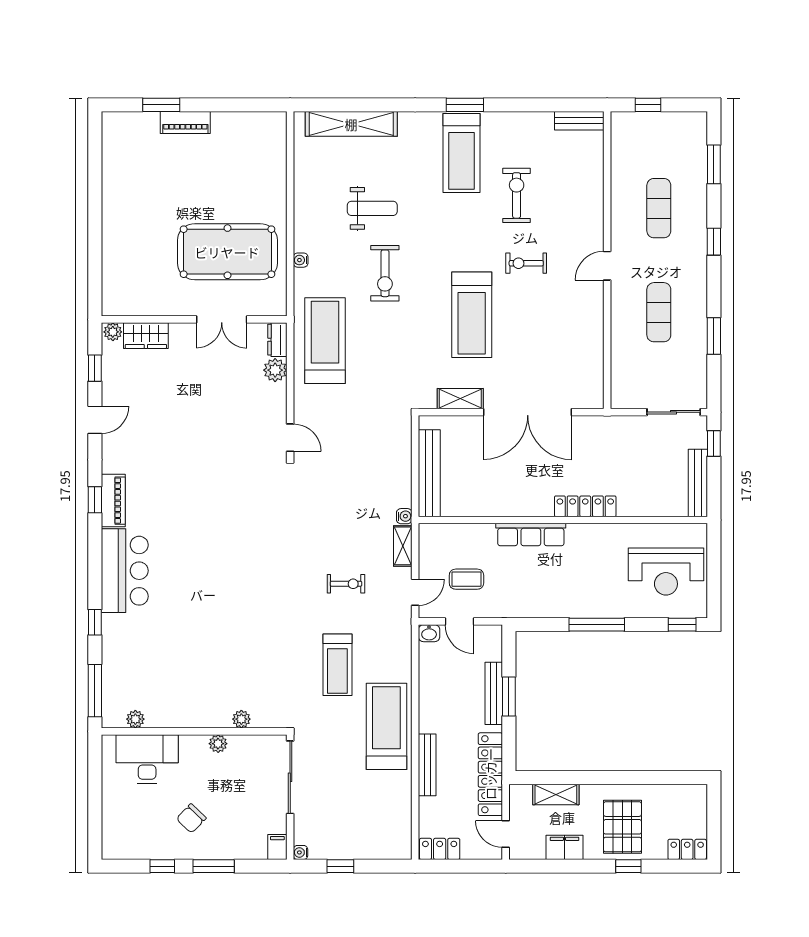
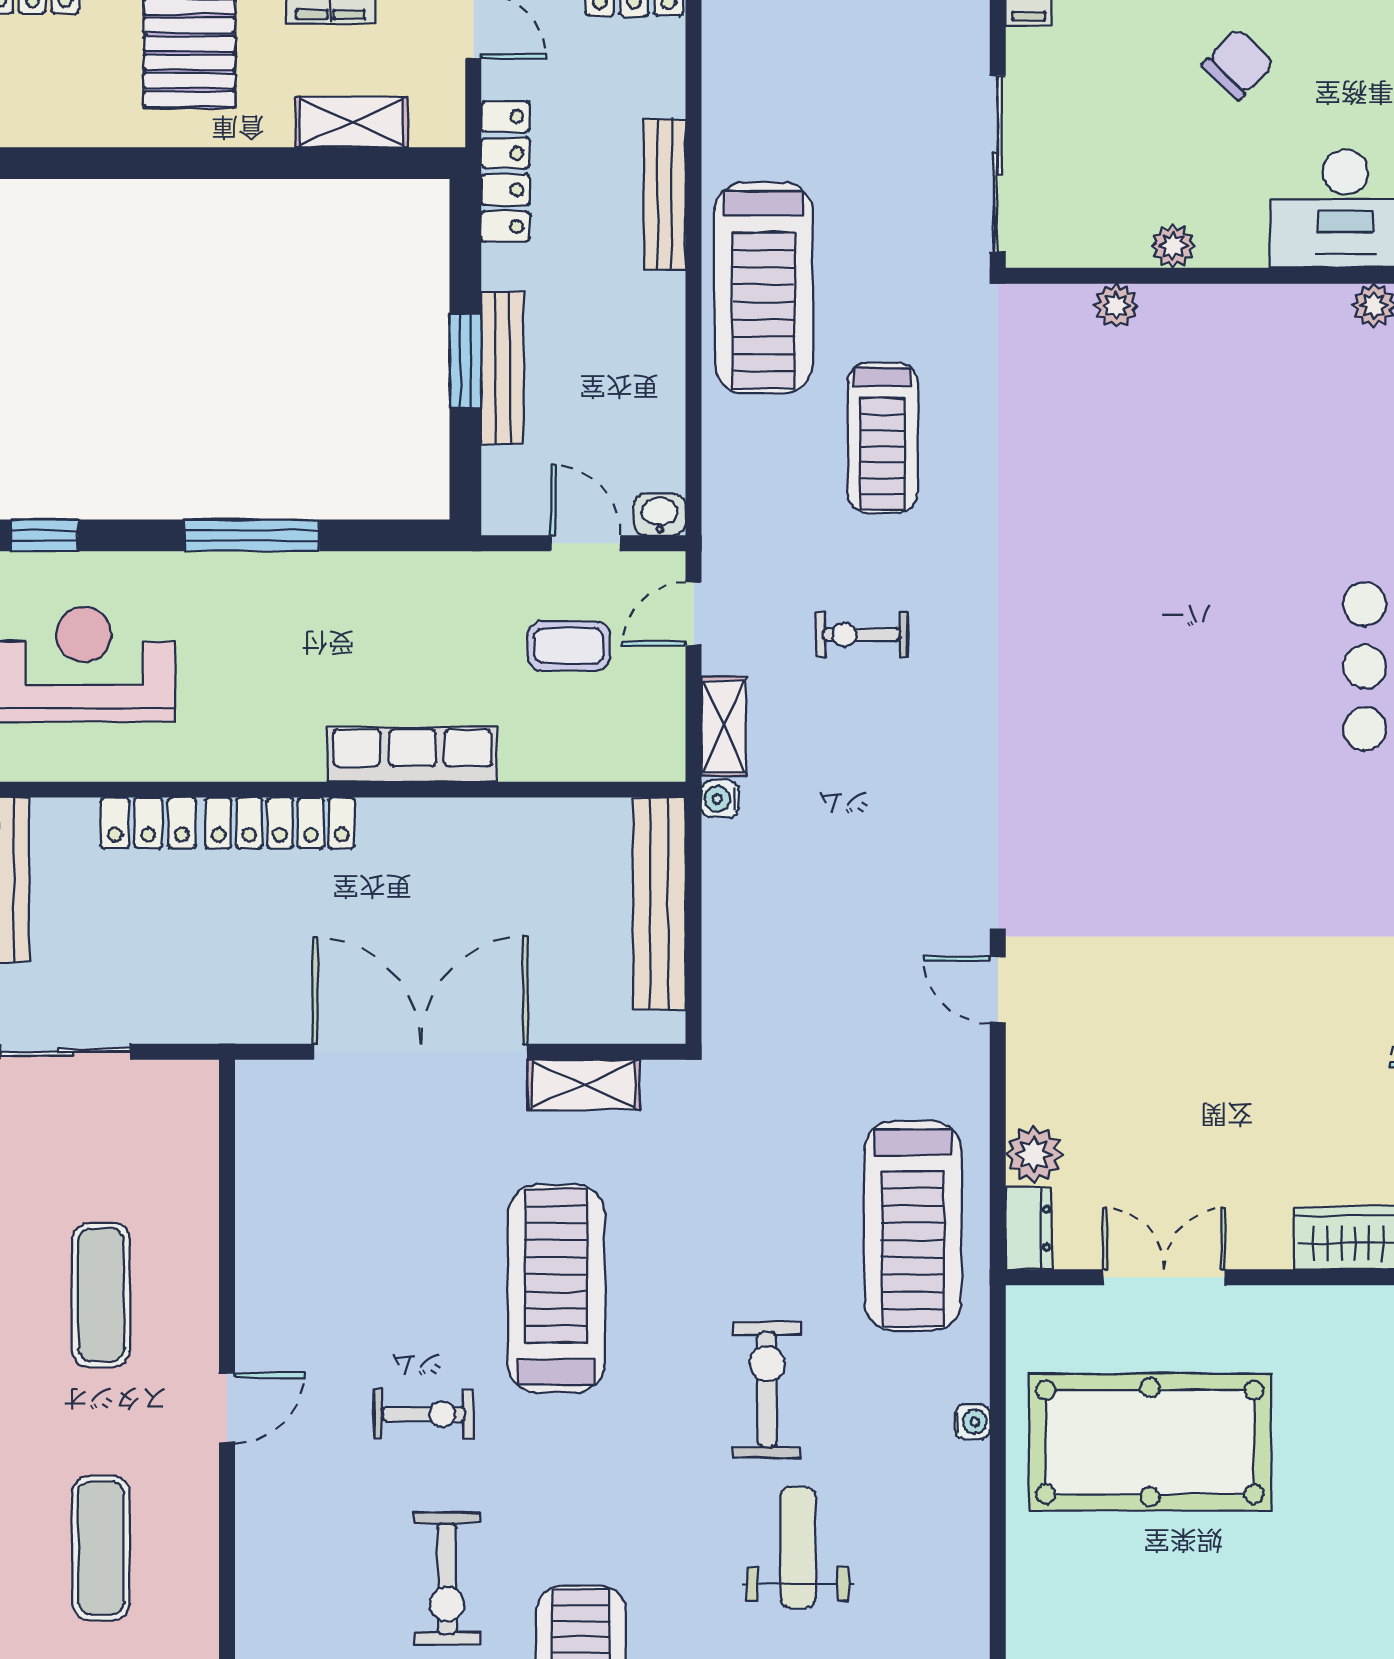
weight bench: (372, 208) -> (798, 1547), turned 90
locker: (639, 506) -> (148, 823), added
treadmill: (337, 665) -> (883, 438), turned 180
locker: (490, 774) -> (505, 171), width x0.71, depth x0.83

